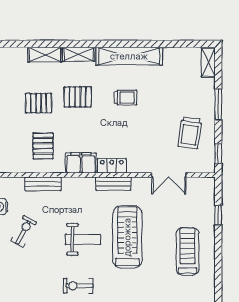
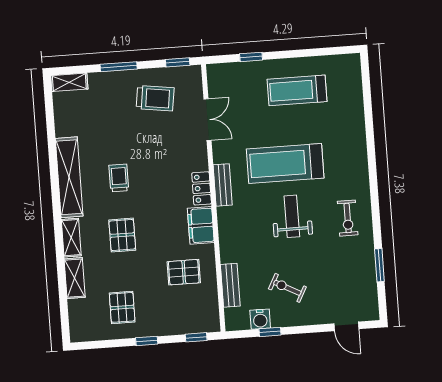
pallet: (38, 103) -> (122, 307), moved
bench: (43, 184) -> (230, 285), moved

